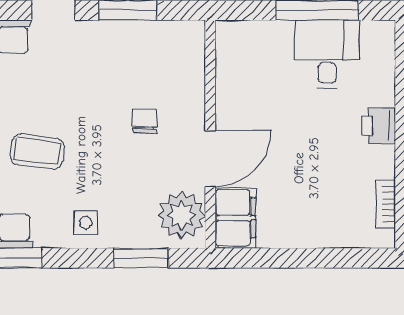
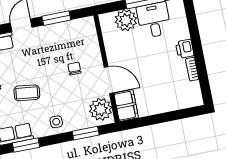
plant: (270, 43) -> (126, 20), added
door: (210, 159) -> (109, 80), hinge flipped
bookcase: (386, 204) -> (192, 69), moved

